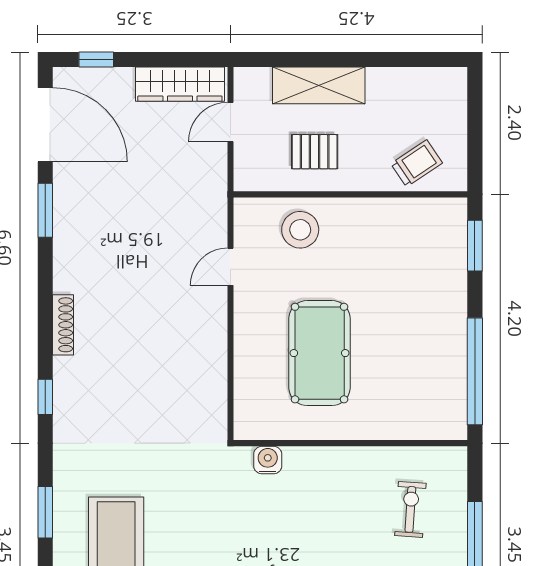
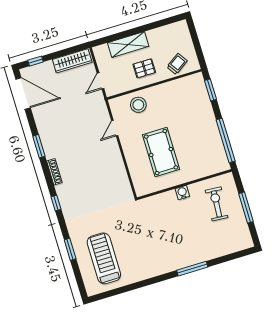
door: (230, 122) -> (100, 81), moved
pallet: (315, 152) -> (144, 68), moved
window: (45, 210) -> (39, 146), moved
water cooler: (268, 460) -> (182, 193), moved
exercise bike: (410, 509) -> (217, 204), width x1.38, depth x1.39

